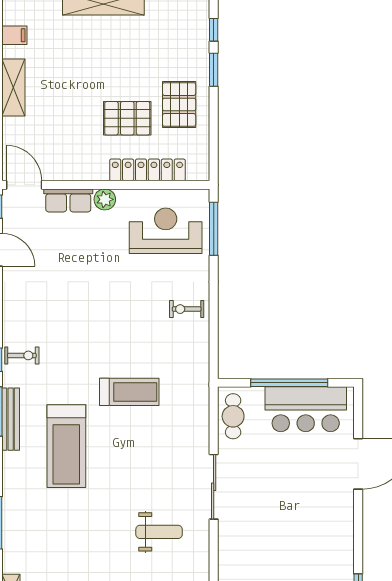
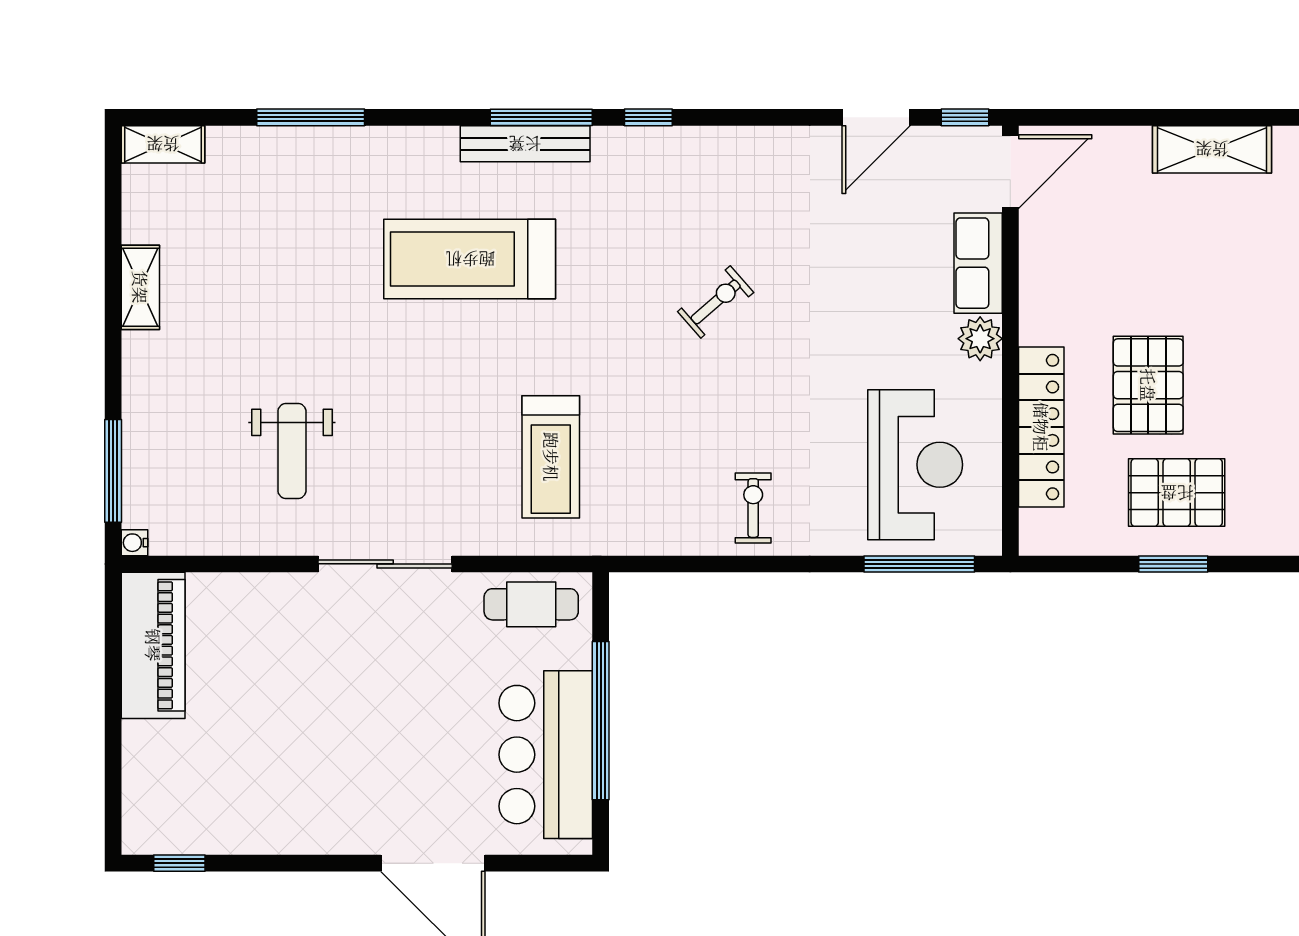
window: (214, 70) -> (1173, 564), moved
exercise bike: (22, 355) -> (716, 302), moved, turned -131
treadmill: (129, 392) -> (551, 457), moved

